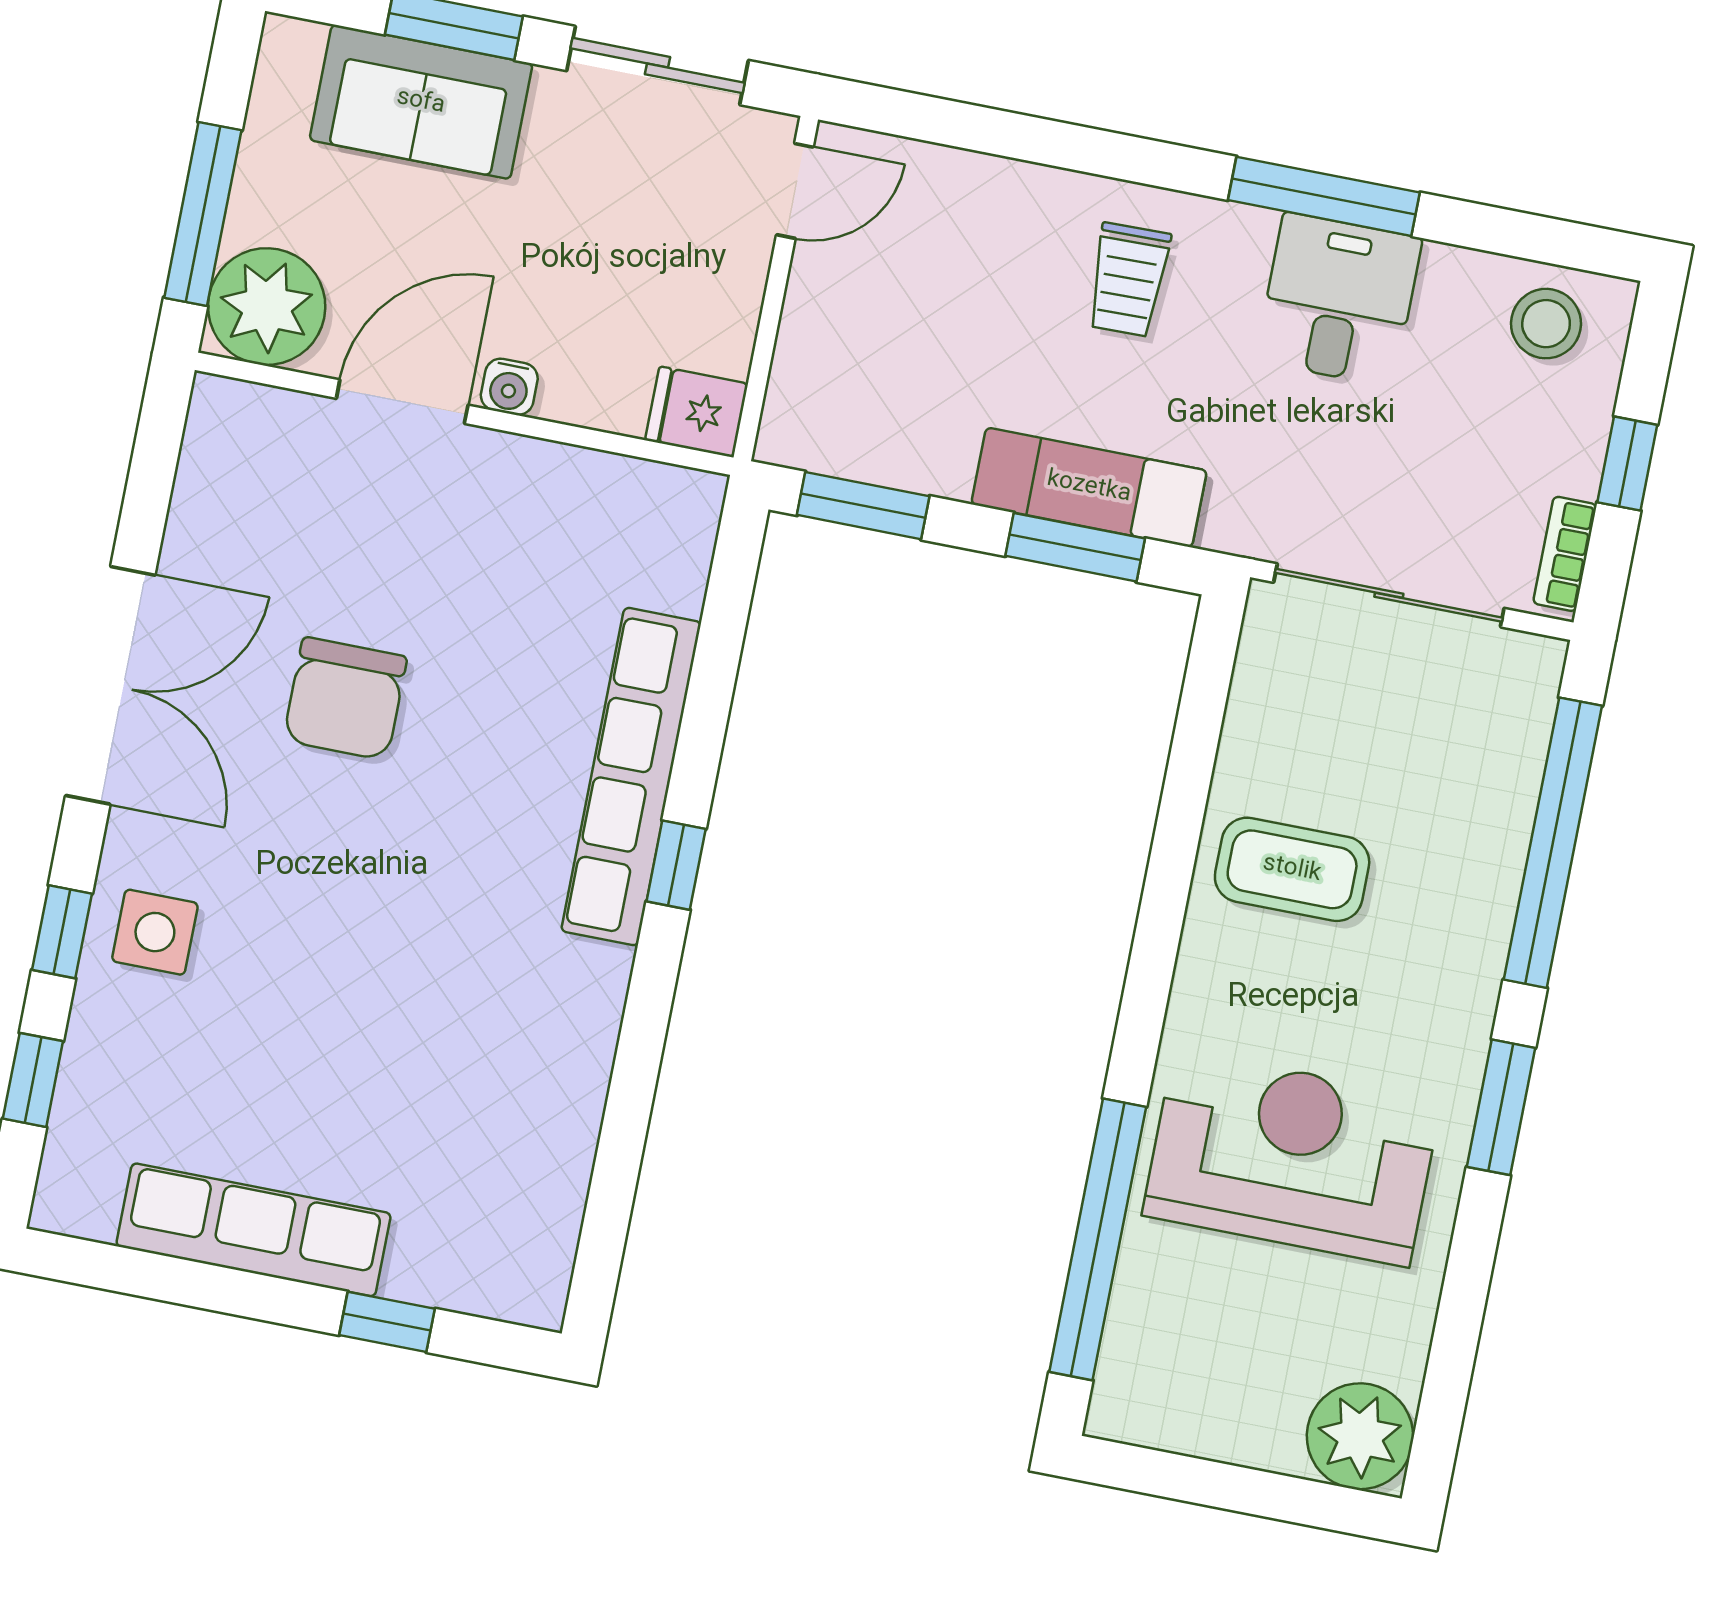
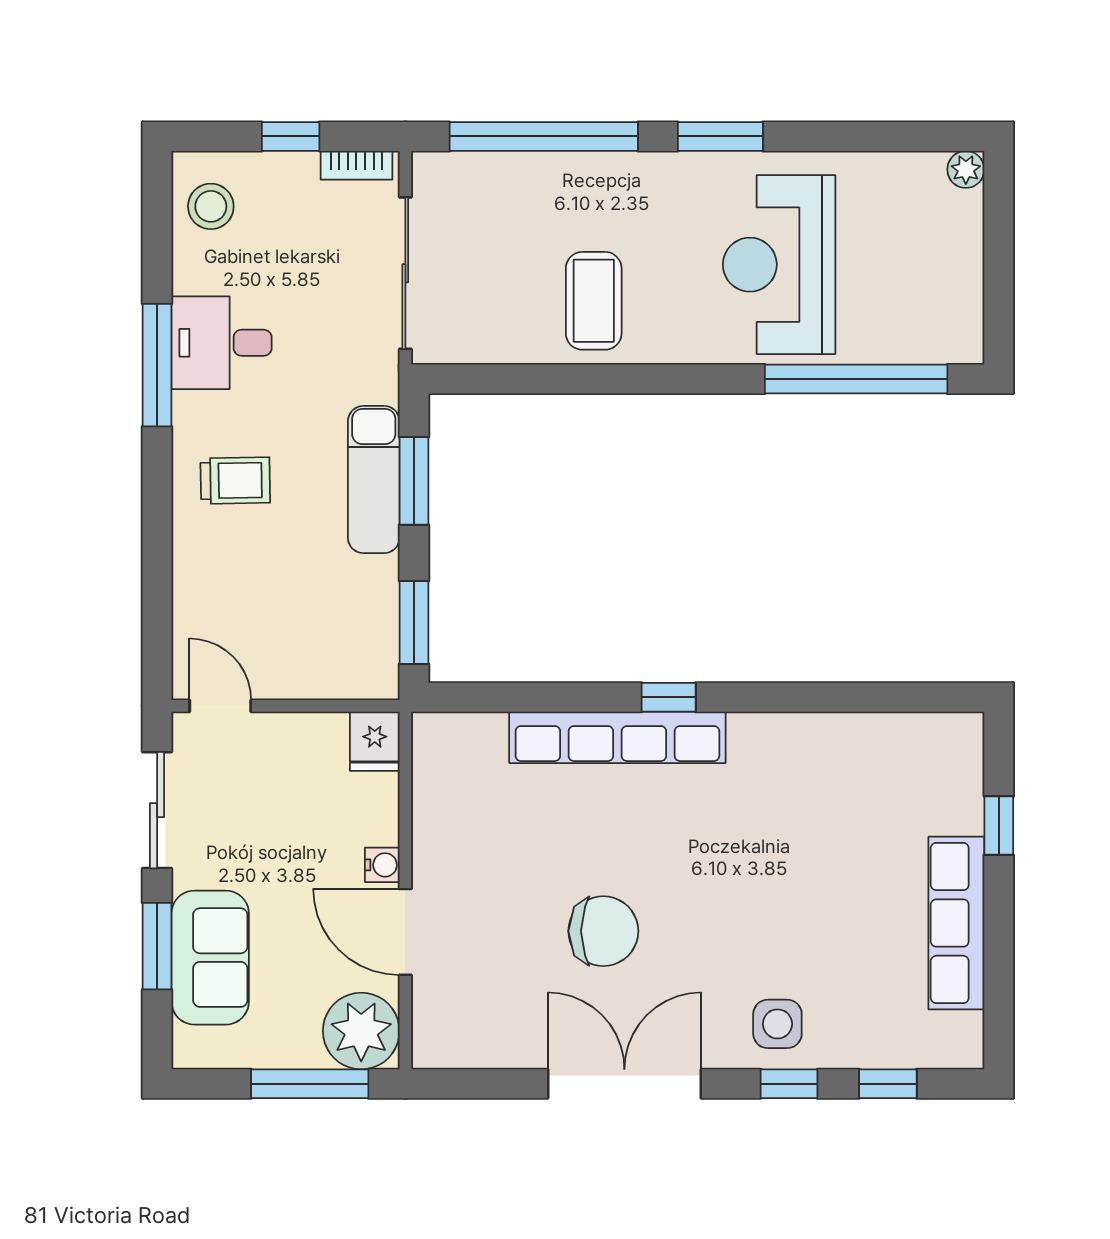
plant: (1360, 1436) -> (966, 169), width x0.53, depth x0.53

